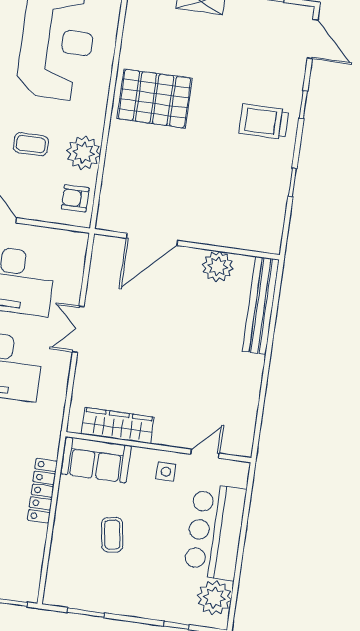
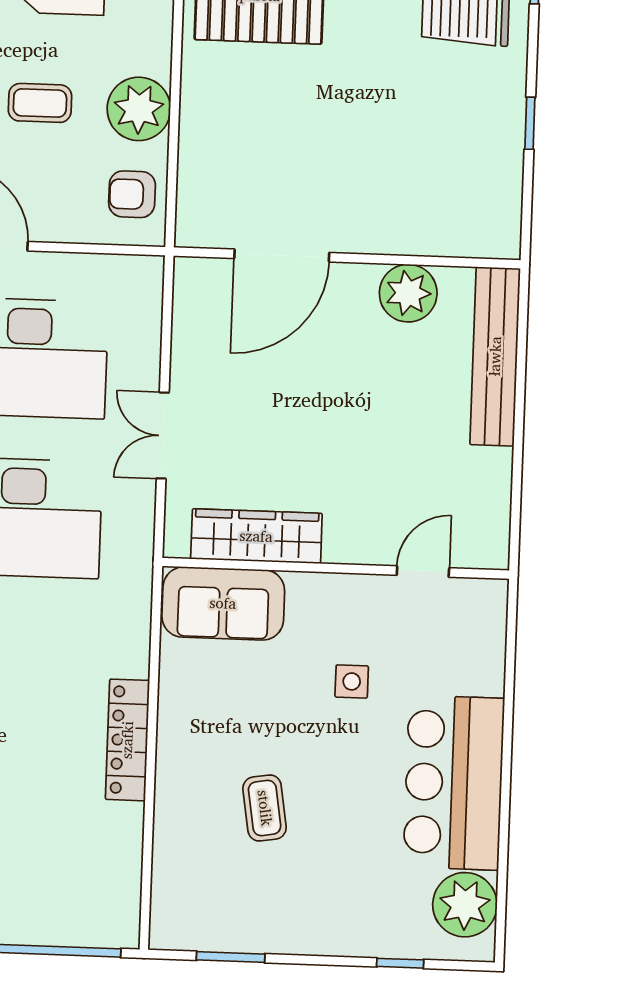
wardrobe: (118, 426) -> (256, 536), moved
wall: (158, 447) -> (336, 568), moved
door: (205, 454) -> (423, 571), moved
sofa: (96, 460) -> (223, 603), moved

